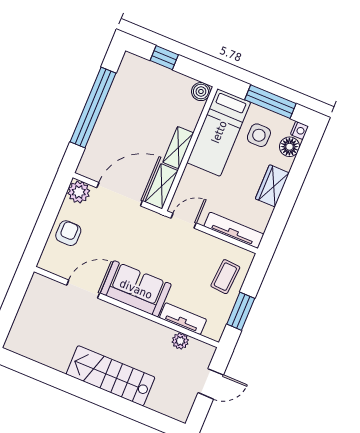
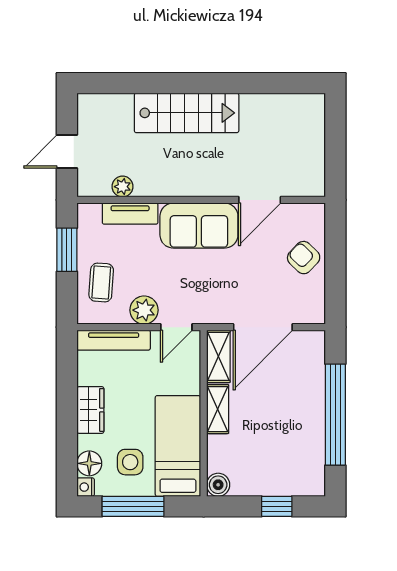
plant: (79, 192) -> (144, 310), moved
armchair: (68, 233) -> (304, 258), turned 134

